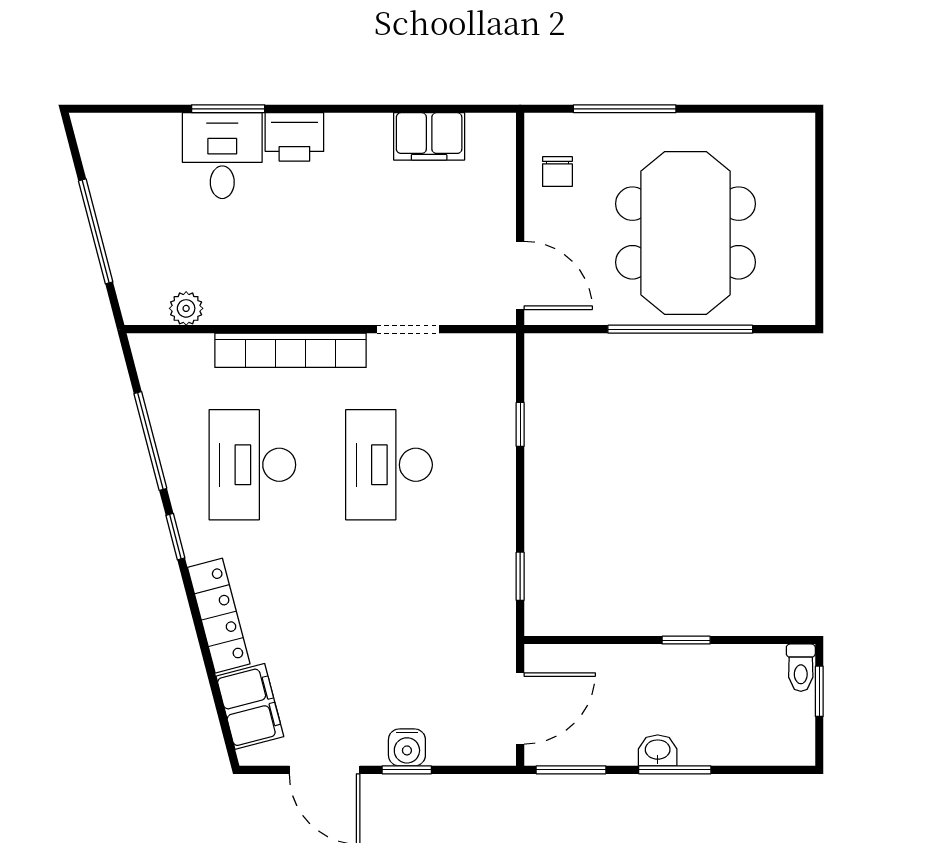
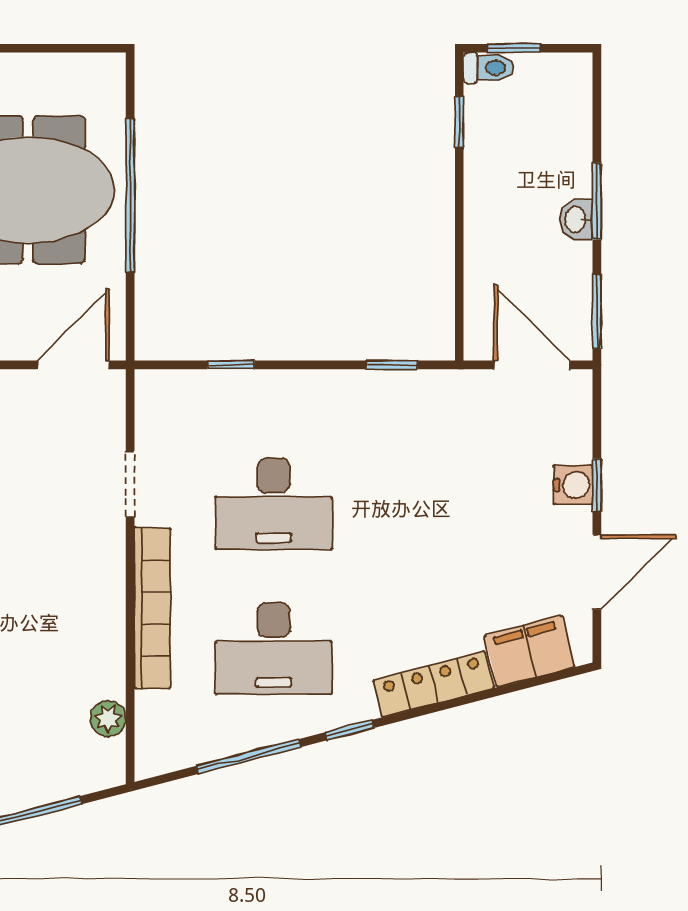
window: (686, 640) -> (459, 122), moved

